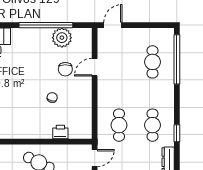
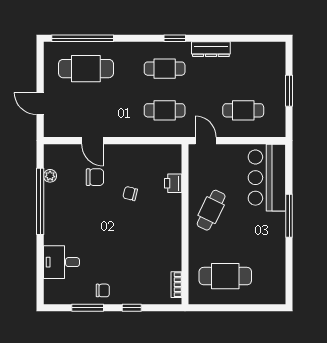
door: (113, 25) -> (40, 104), moved
plant: (62, 38) -> (50, 176), width x0.53, depth x0.53
cafe table: (153, 62) -> (86, 69), width x1.37, depth x1.35

